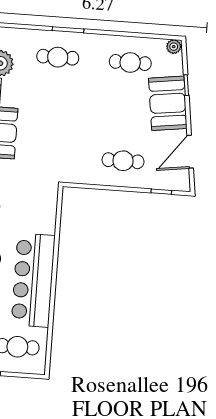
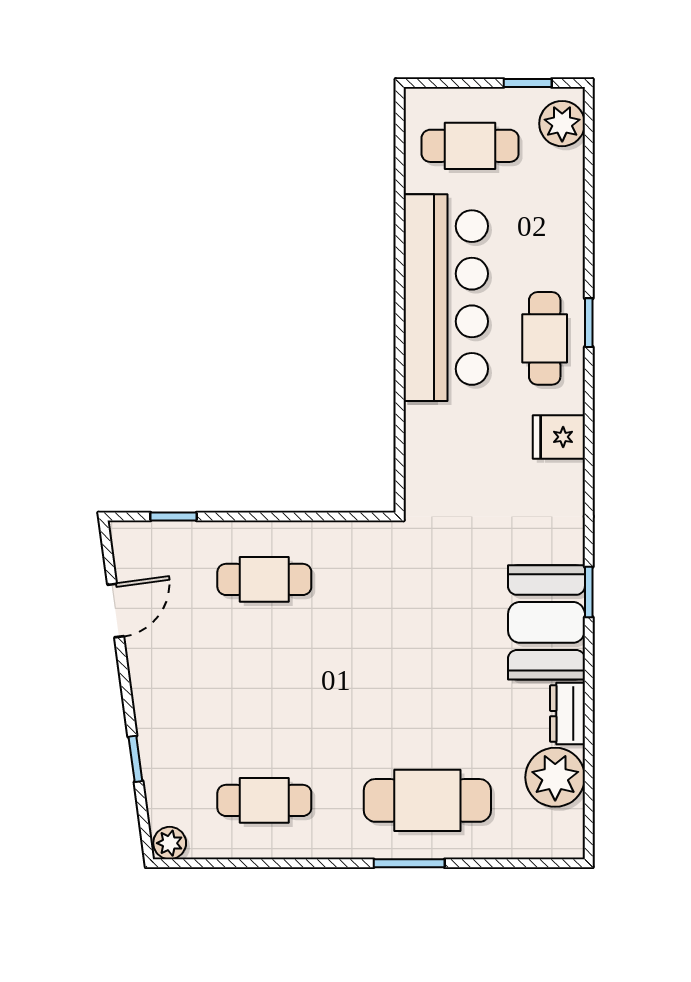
cafe table: (58, 57) -> (427, 800), width x1.37, depth x1.35
booth: (168, 103) -> (174, 715), removed
door: (190, 152) -> (116, 610), width x0.73

